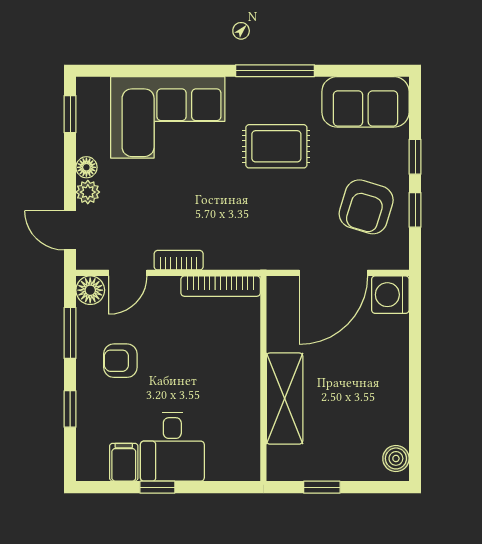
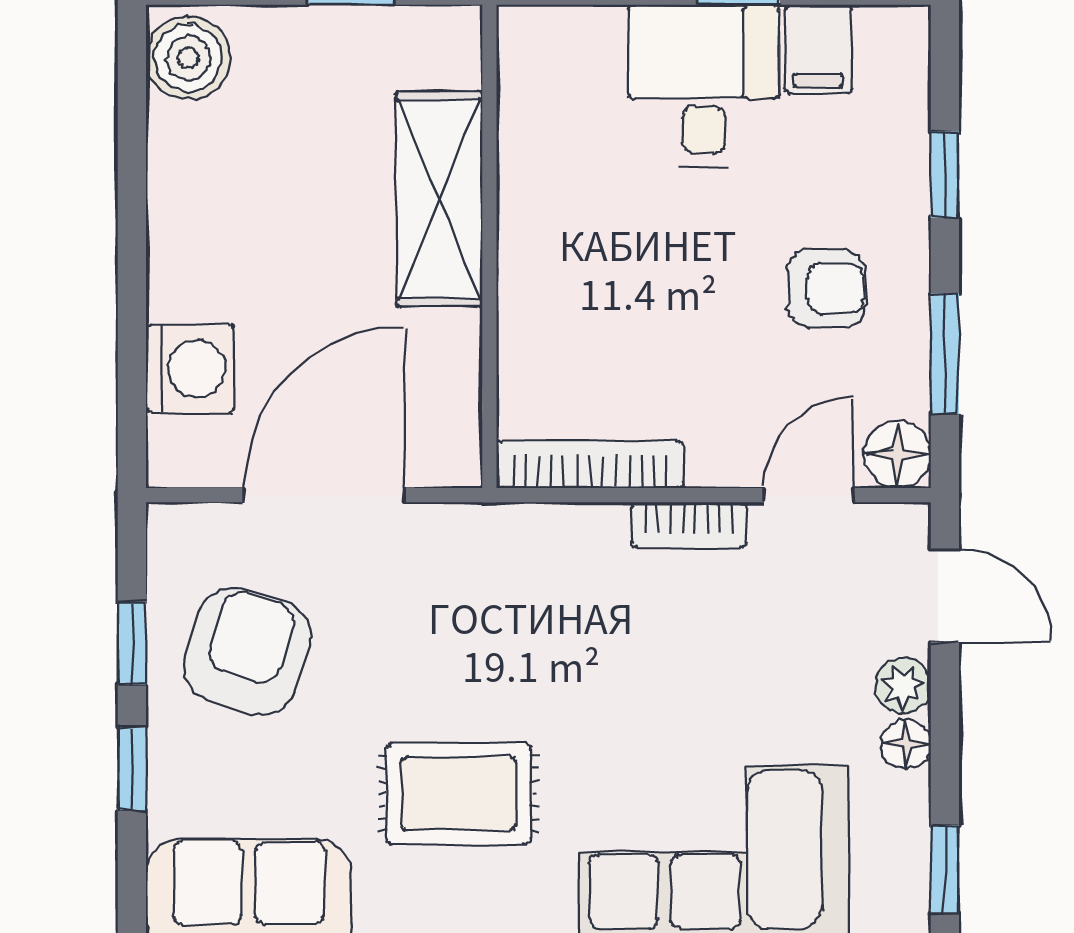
washing machine: (390, 295) -> (190, 369), moved
boiler: (396, 458) -> (188, 58), width x1.36, depth x1.36

